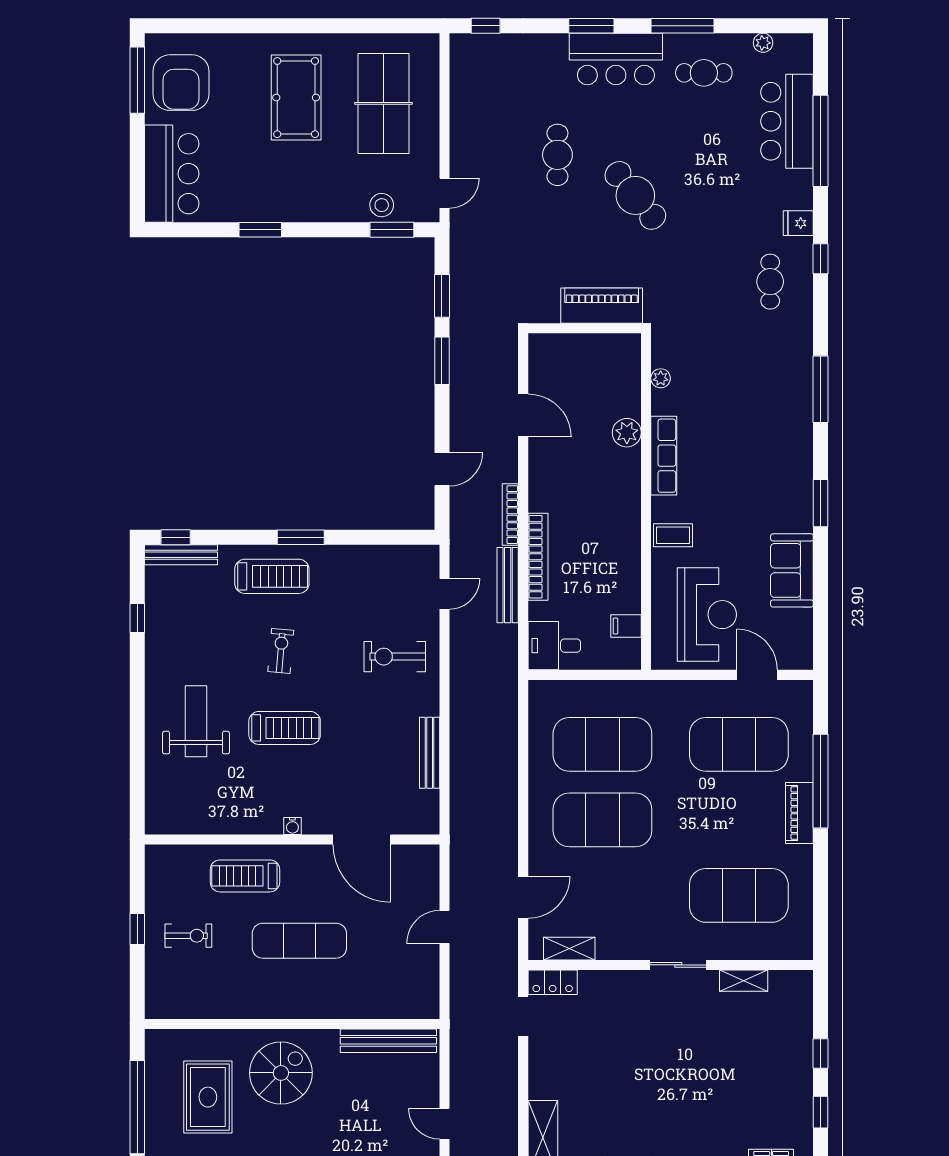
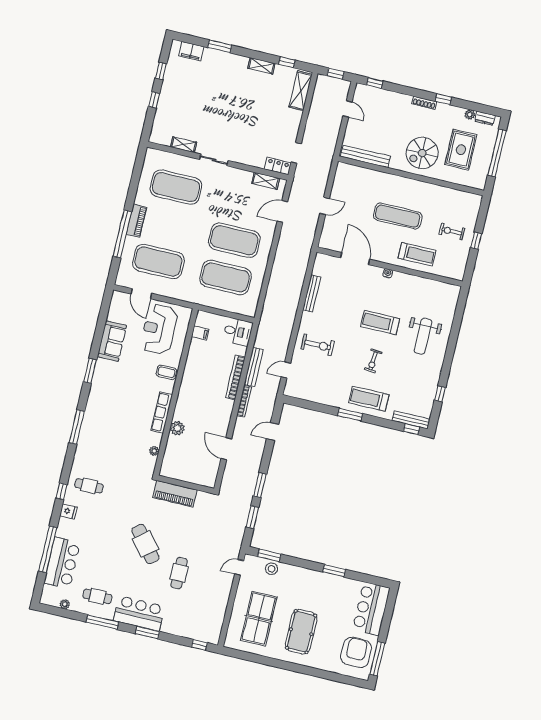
cafe table: (770, 282) -> (89, 486), turned 90

